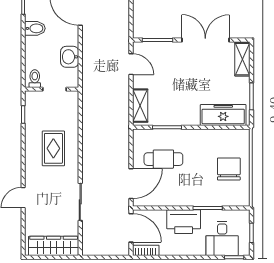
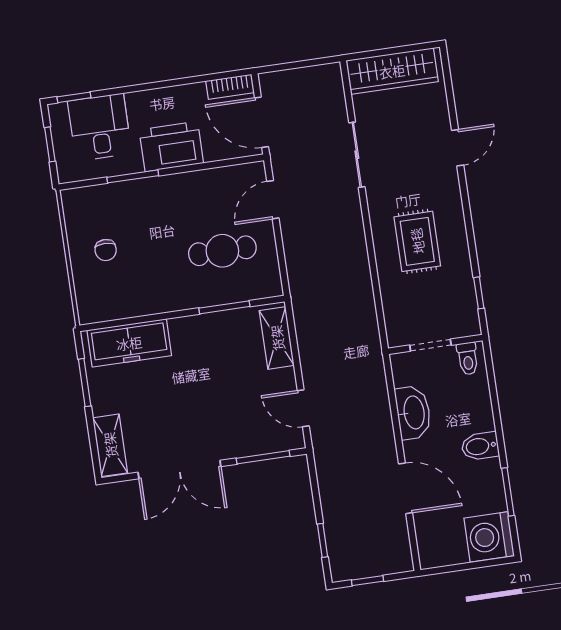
washbasin: (70, 57) -> (413, 413), width x1.38
chair: (229, 169) -> (106, 250), width x0.54, depth x0.54
door: (131, 184) -> (273, 200), width x0.73

